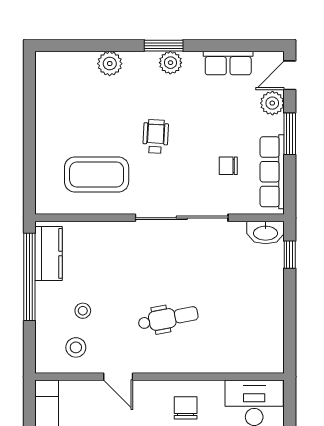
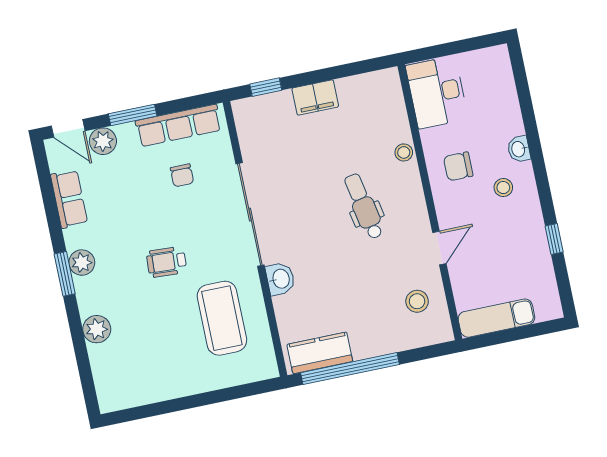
washbasin: (266, 233) -> (280, 279), moved, width x0.72
filing cabinet: (272, 296) -> (315, 97), added
stool: (83, 311) -> (404, 152), moved

